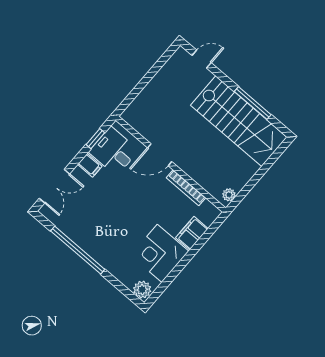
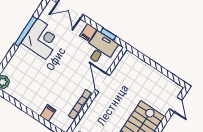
filing cabinet: (192, 233) -> (48, 113), width x0.50
window: (78, 250) -> (26, 31), width x0.68
corner desk: (160, 253) -> (42, 39), moved, turned 90

